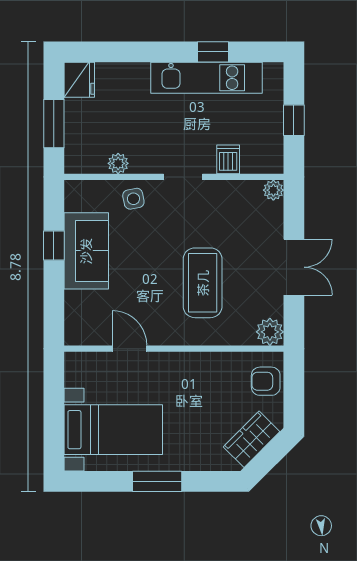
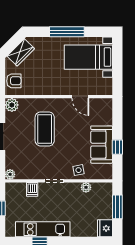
window: (157, 481) -> (67, 32), width x1.44

